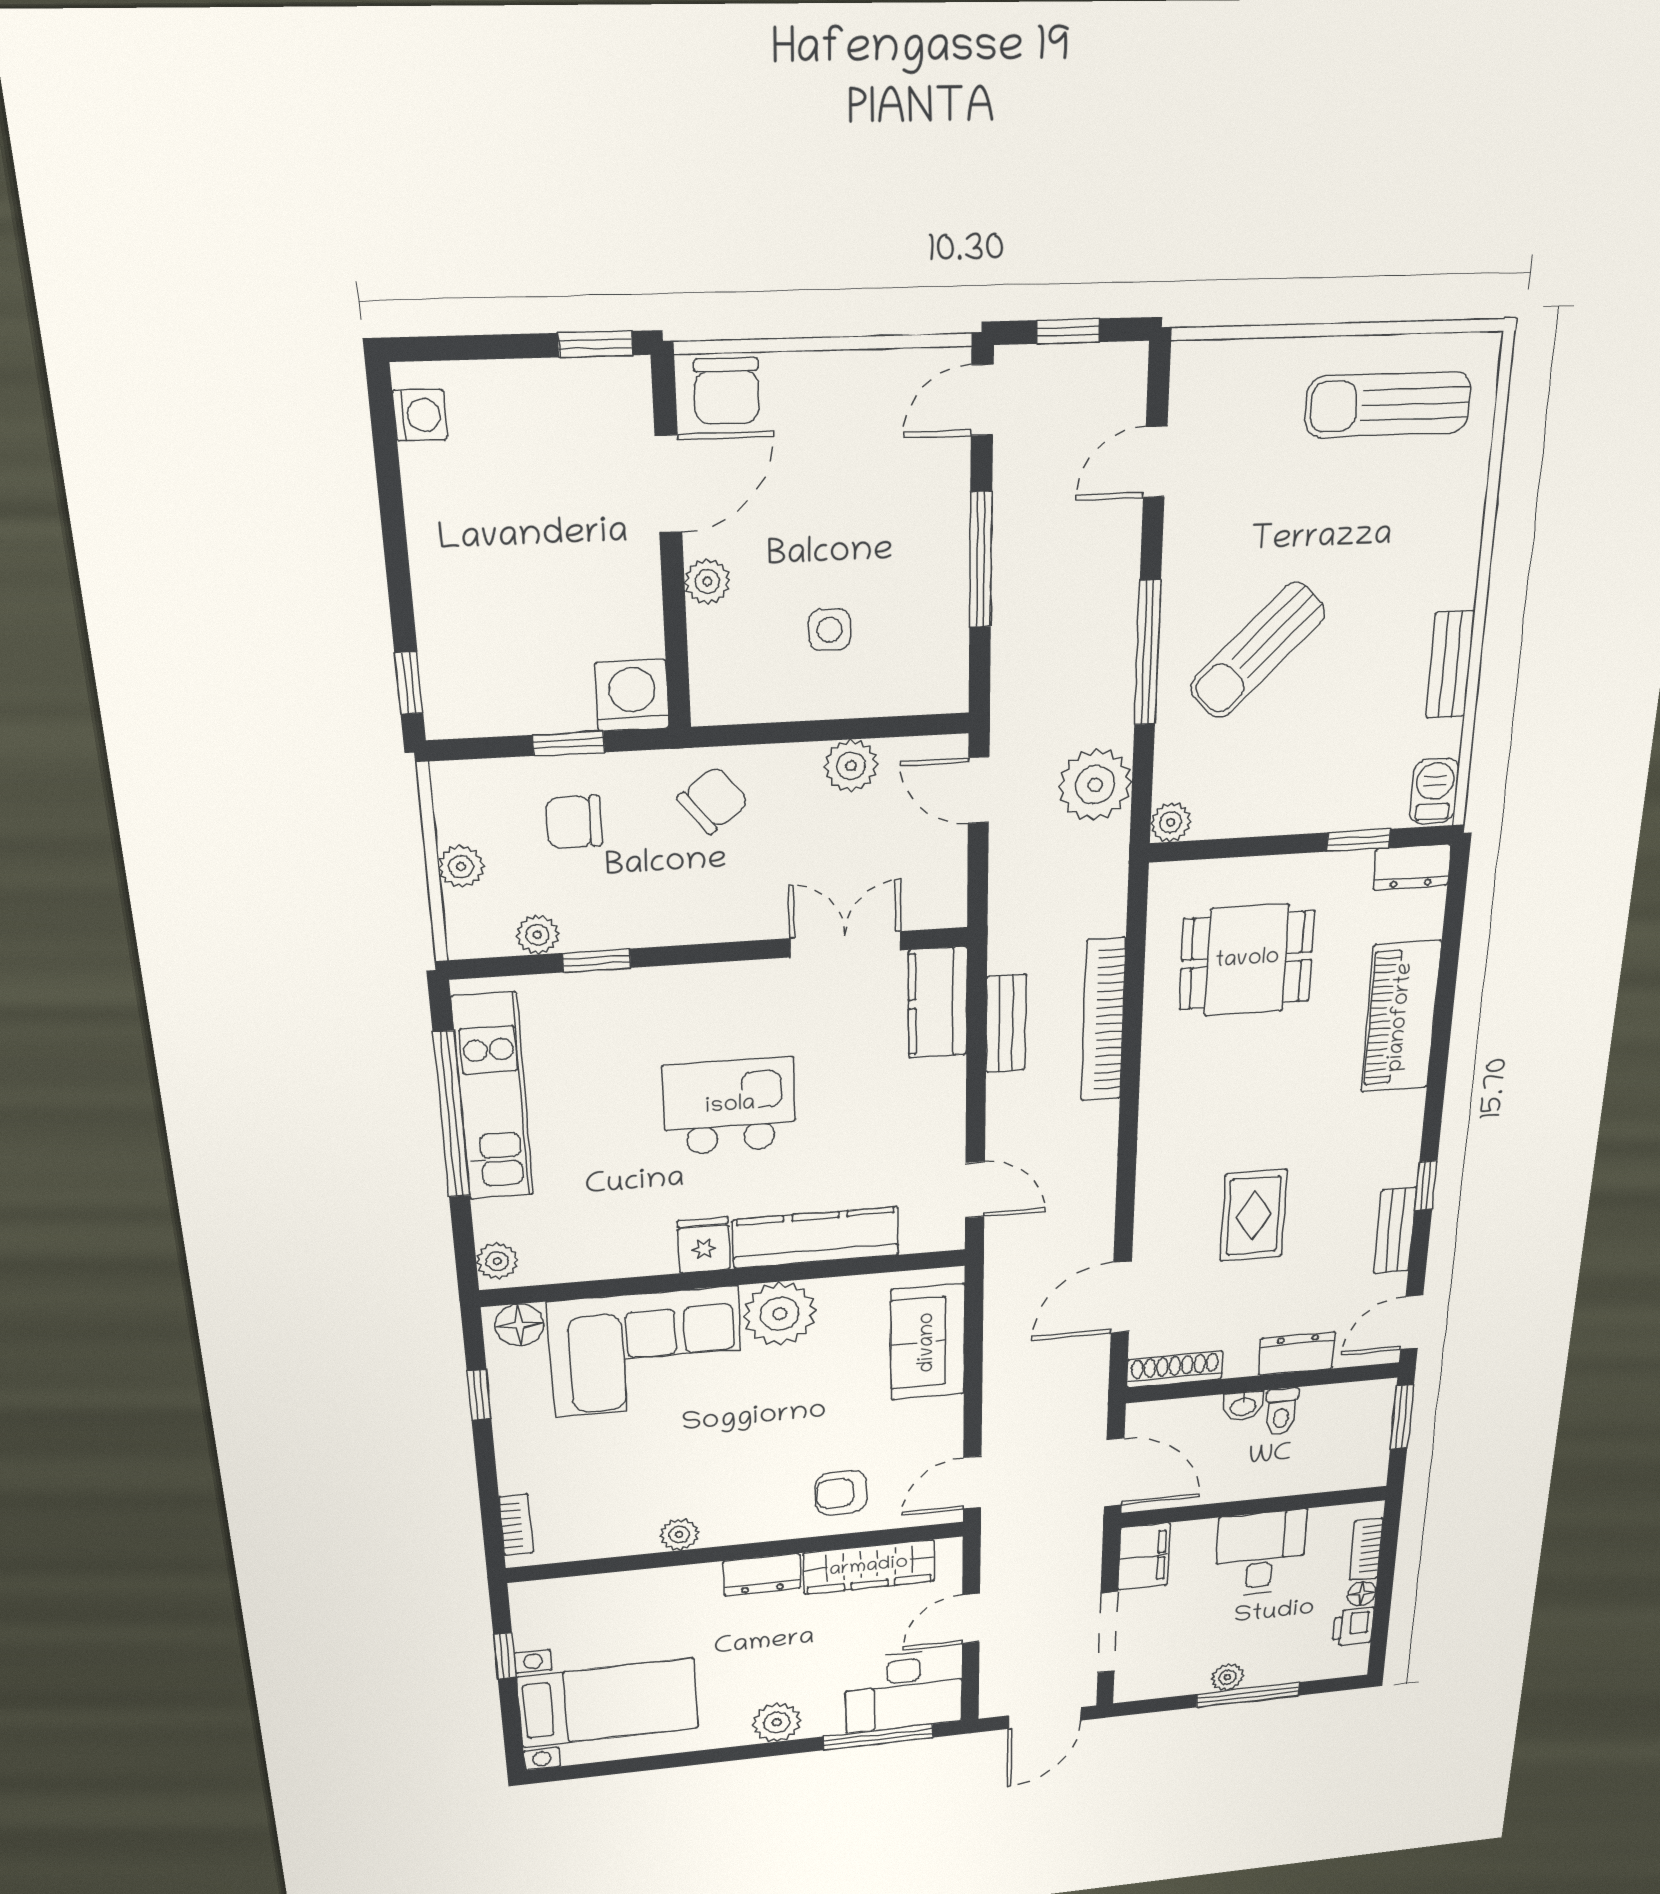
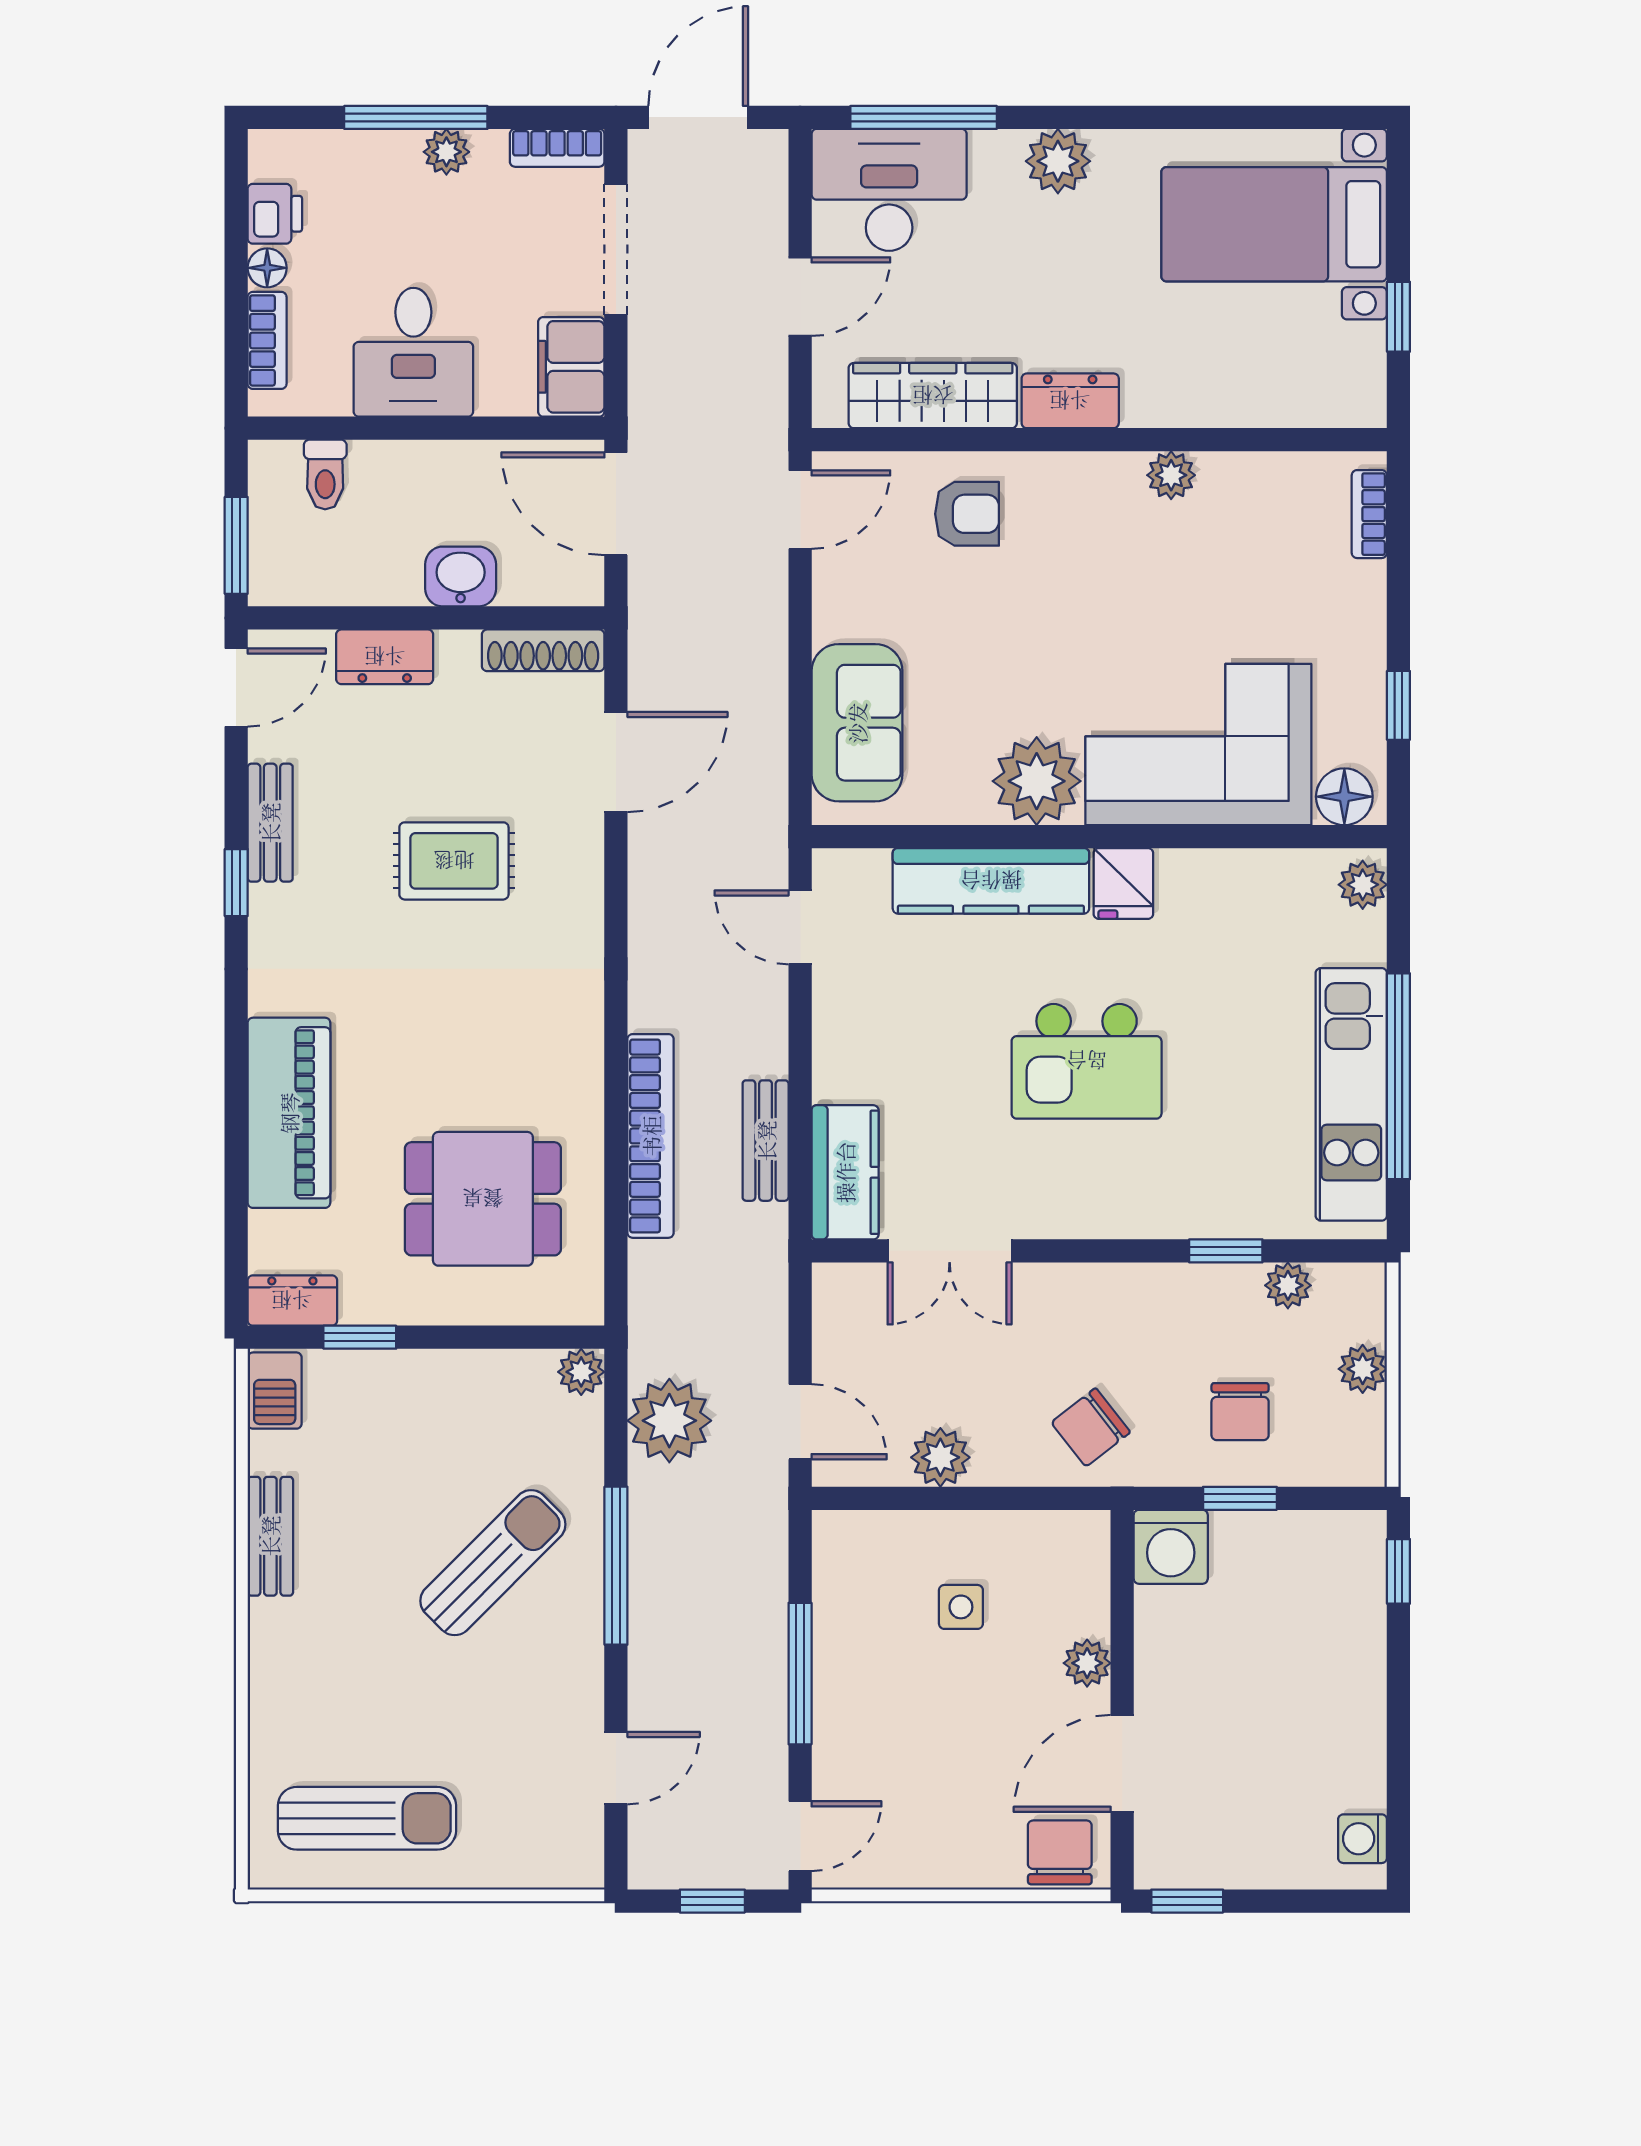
chair: (574, 822) -> (1240, 1412), turned 90
rug: (1254, 1216) -> (454, 861), turned 90
washbasin: (1243, 1406) -> (461, 576), width x1.38, depth x1.45
toilet: (1281, 1412) -> (325, 474), moved, turned 180
bookcase: (1148, 1688) -> (557, 148), added

